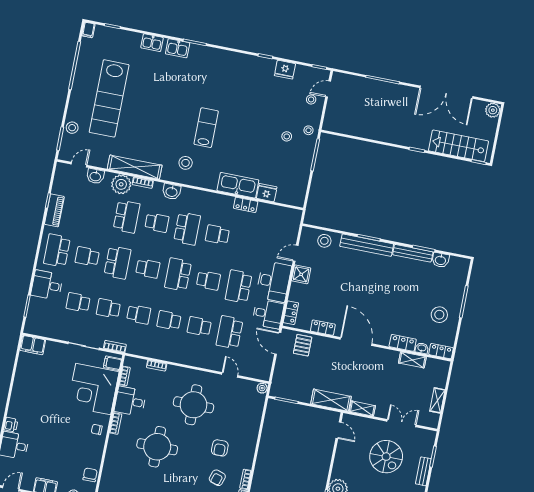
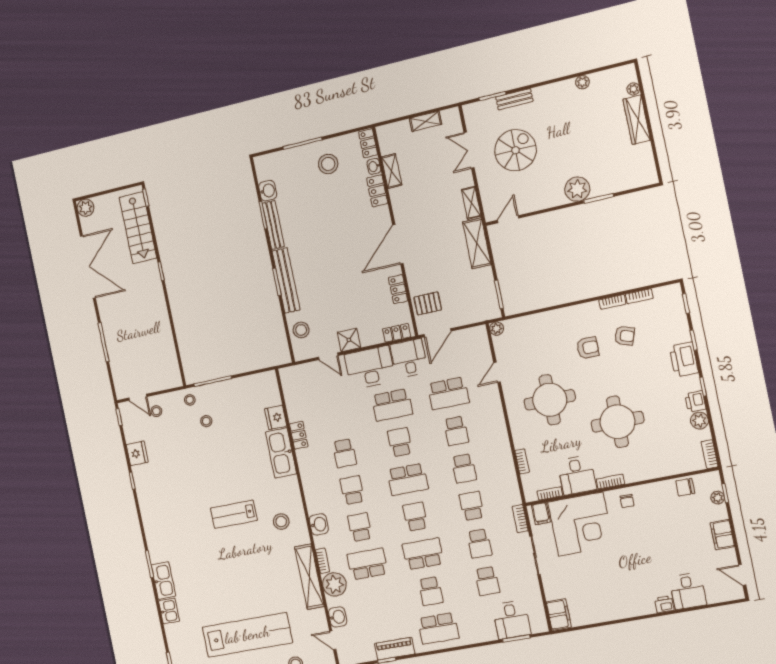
kitchen sink: (178, 48) -> (163, 581), width x1.38
school desk: (187, 229) -> (352, 490), width x0.54
desk: (47, 285) -> (512, 620), moved

